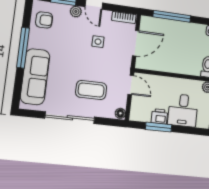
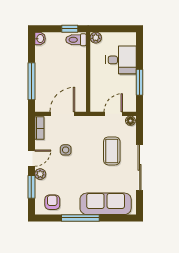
door: (136, 43) -> (62, 114), hinge flipped
door: (131, 85) -> (113, 114), moved
printer: (159, 116) -> (129, 83), removed

